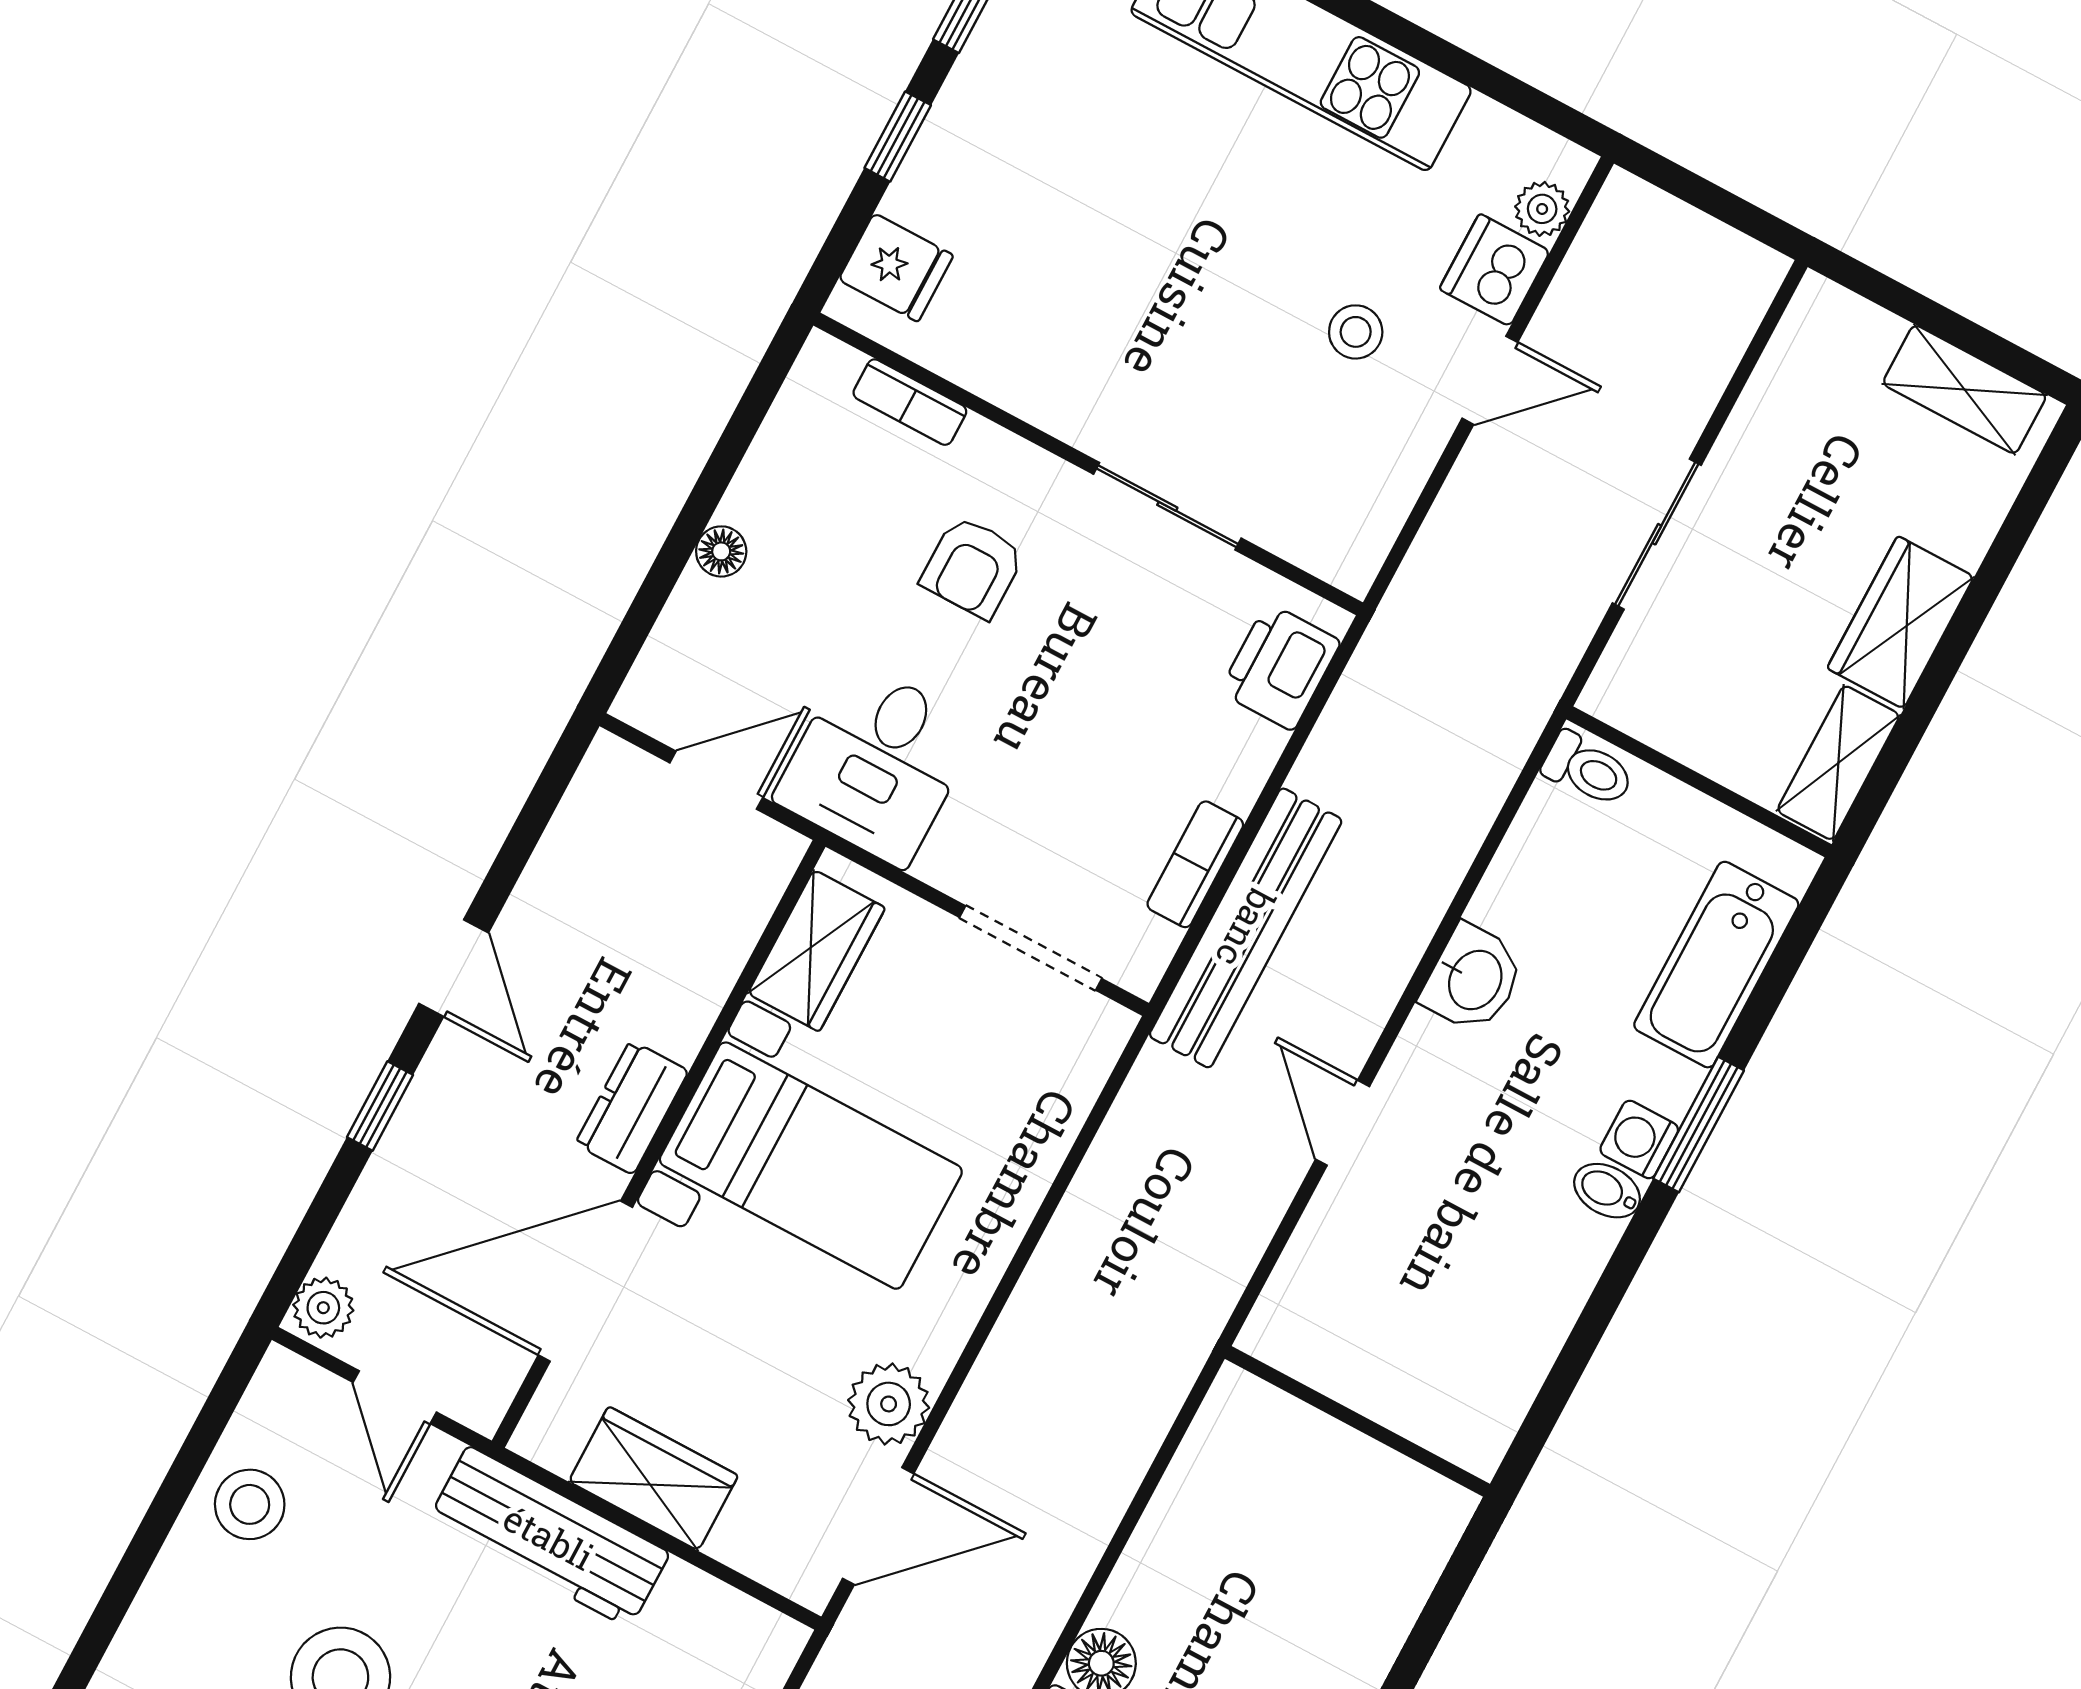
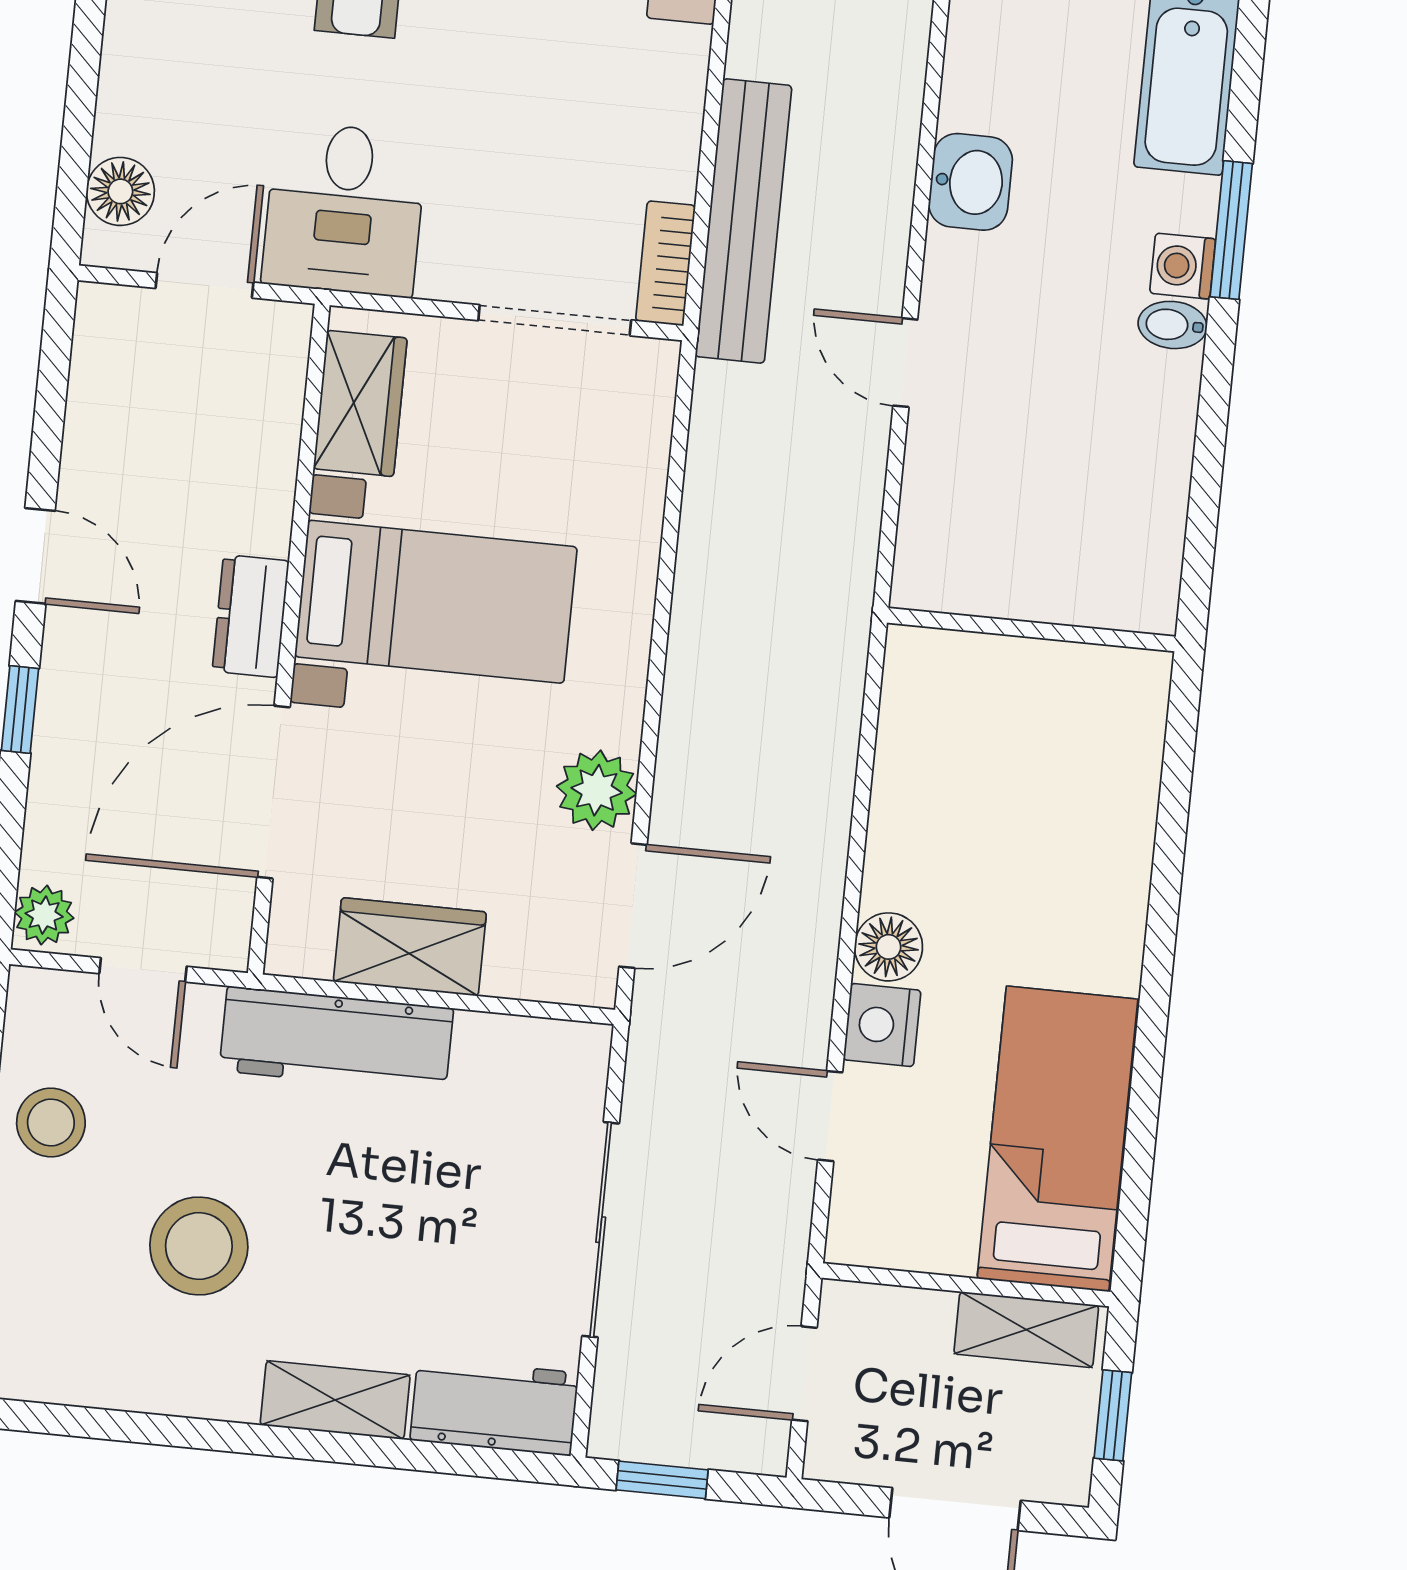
floor lamp: (721, 551) -> (120, 191), moved, width x1.37, depth x1.37
bookcase: (1195, 864) -> (665, 263), moved

